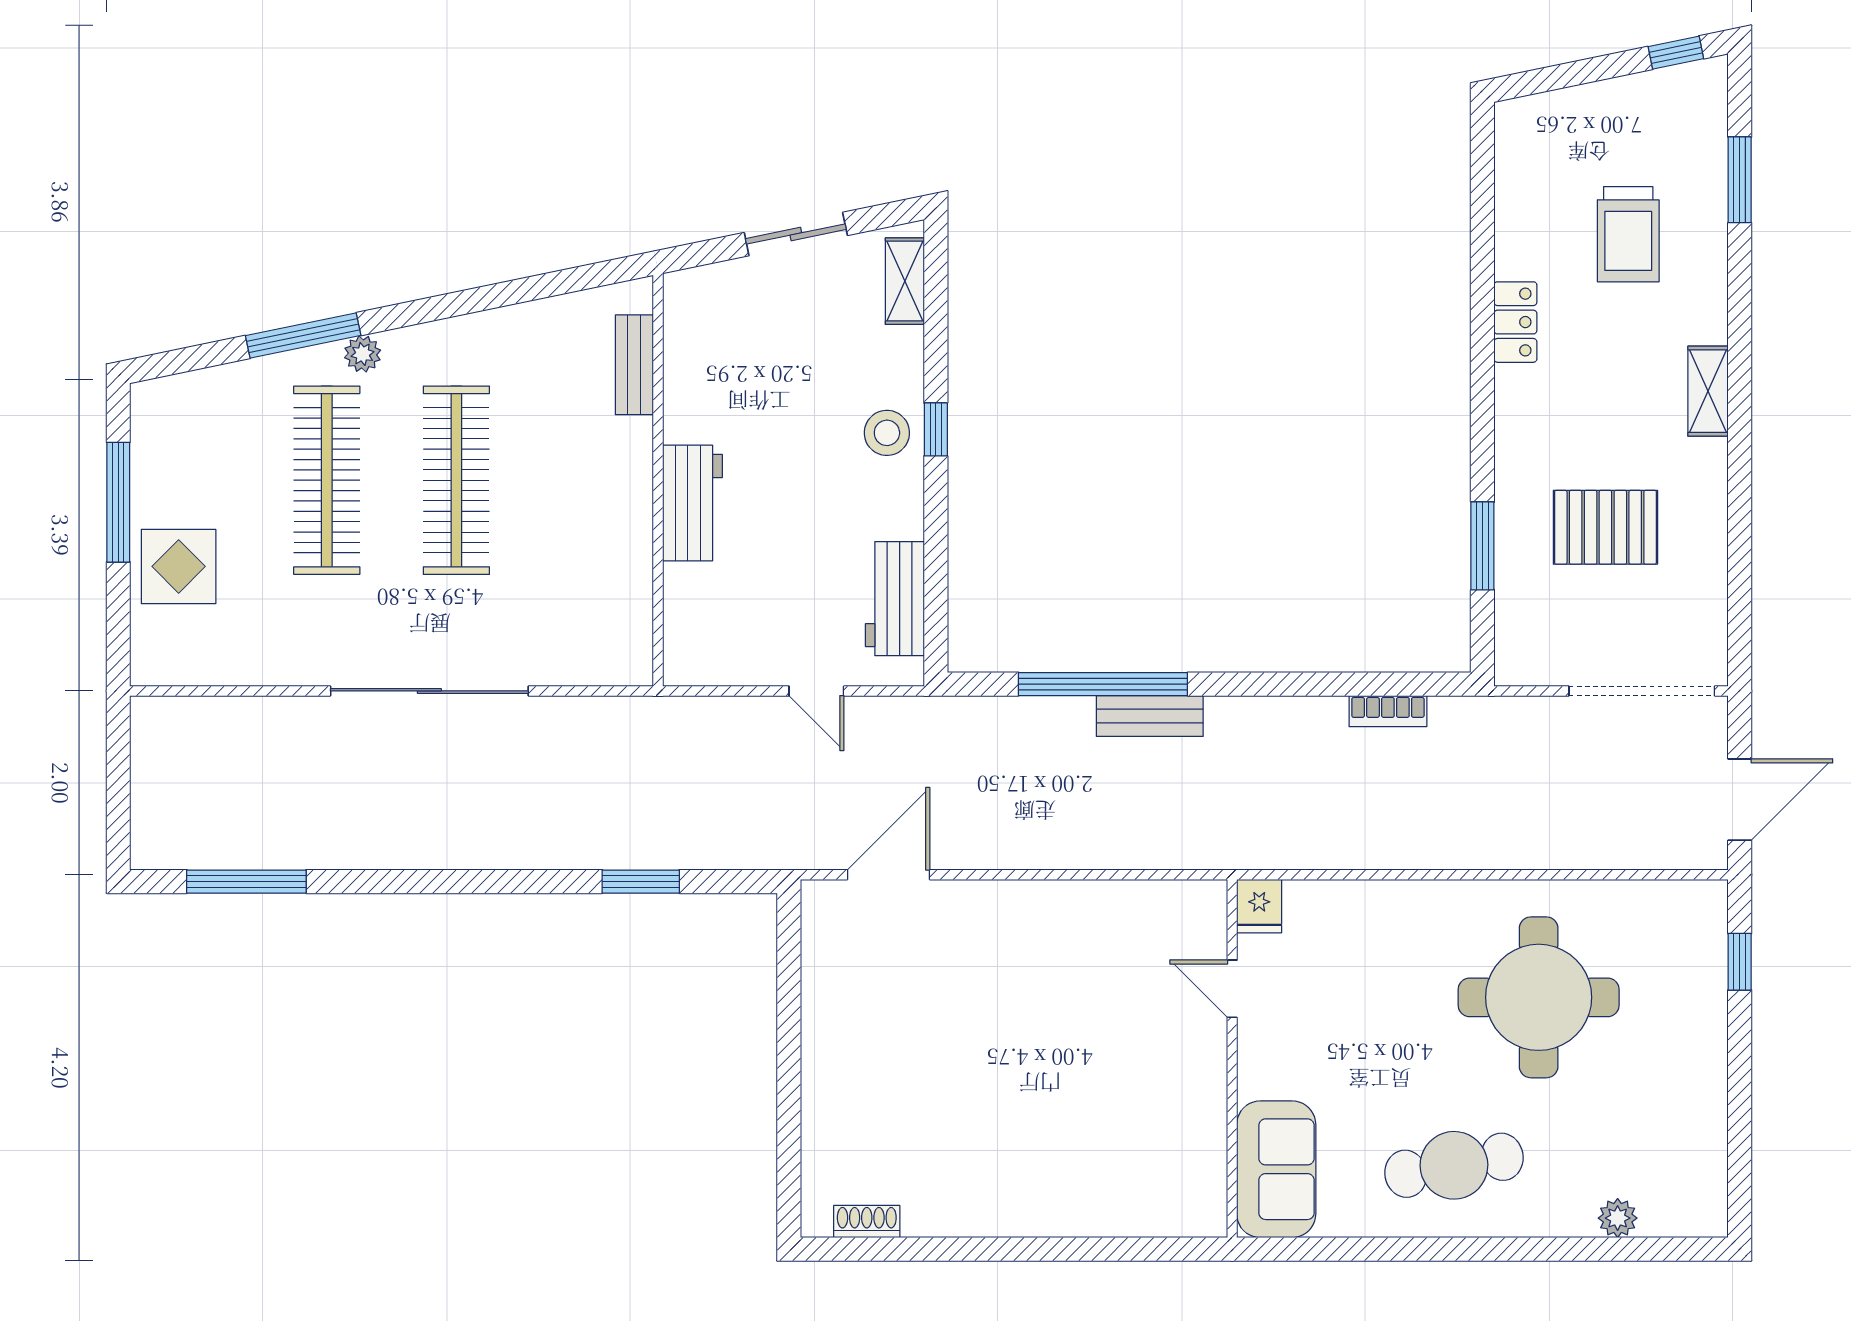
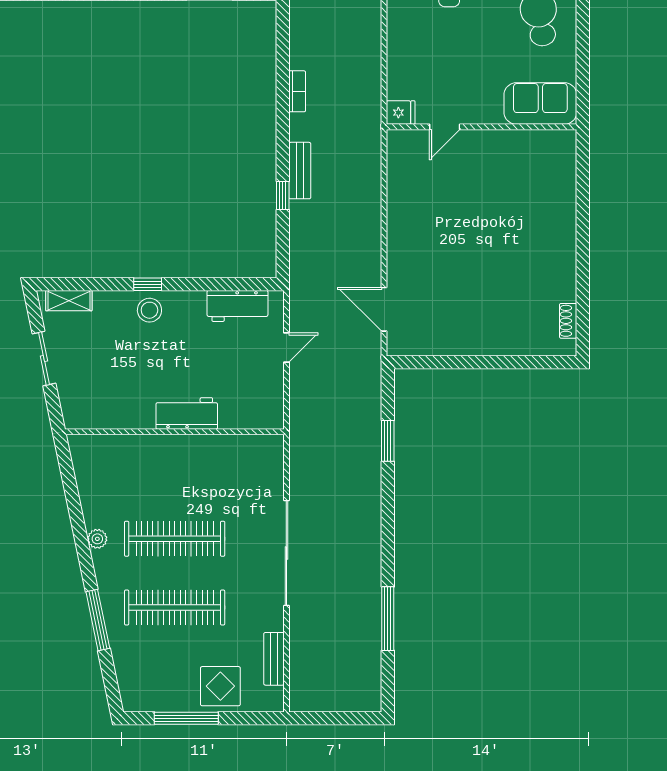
plant: (363, 354) -> (97, 539), moved
bench: (634, 365) -> (274, 659), moved, turned 90
window: (1103, 684) -> (283, 195), width x0.32
bookcase: (1388, 711) -> (297, 91), moved
window: (246, 882) -> (388, 619), moved

